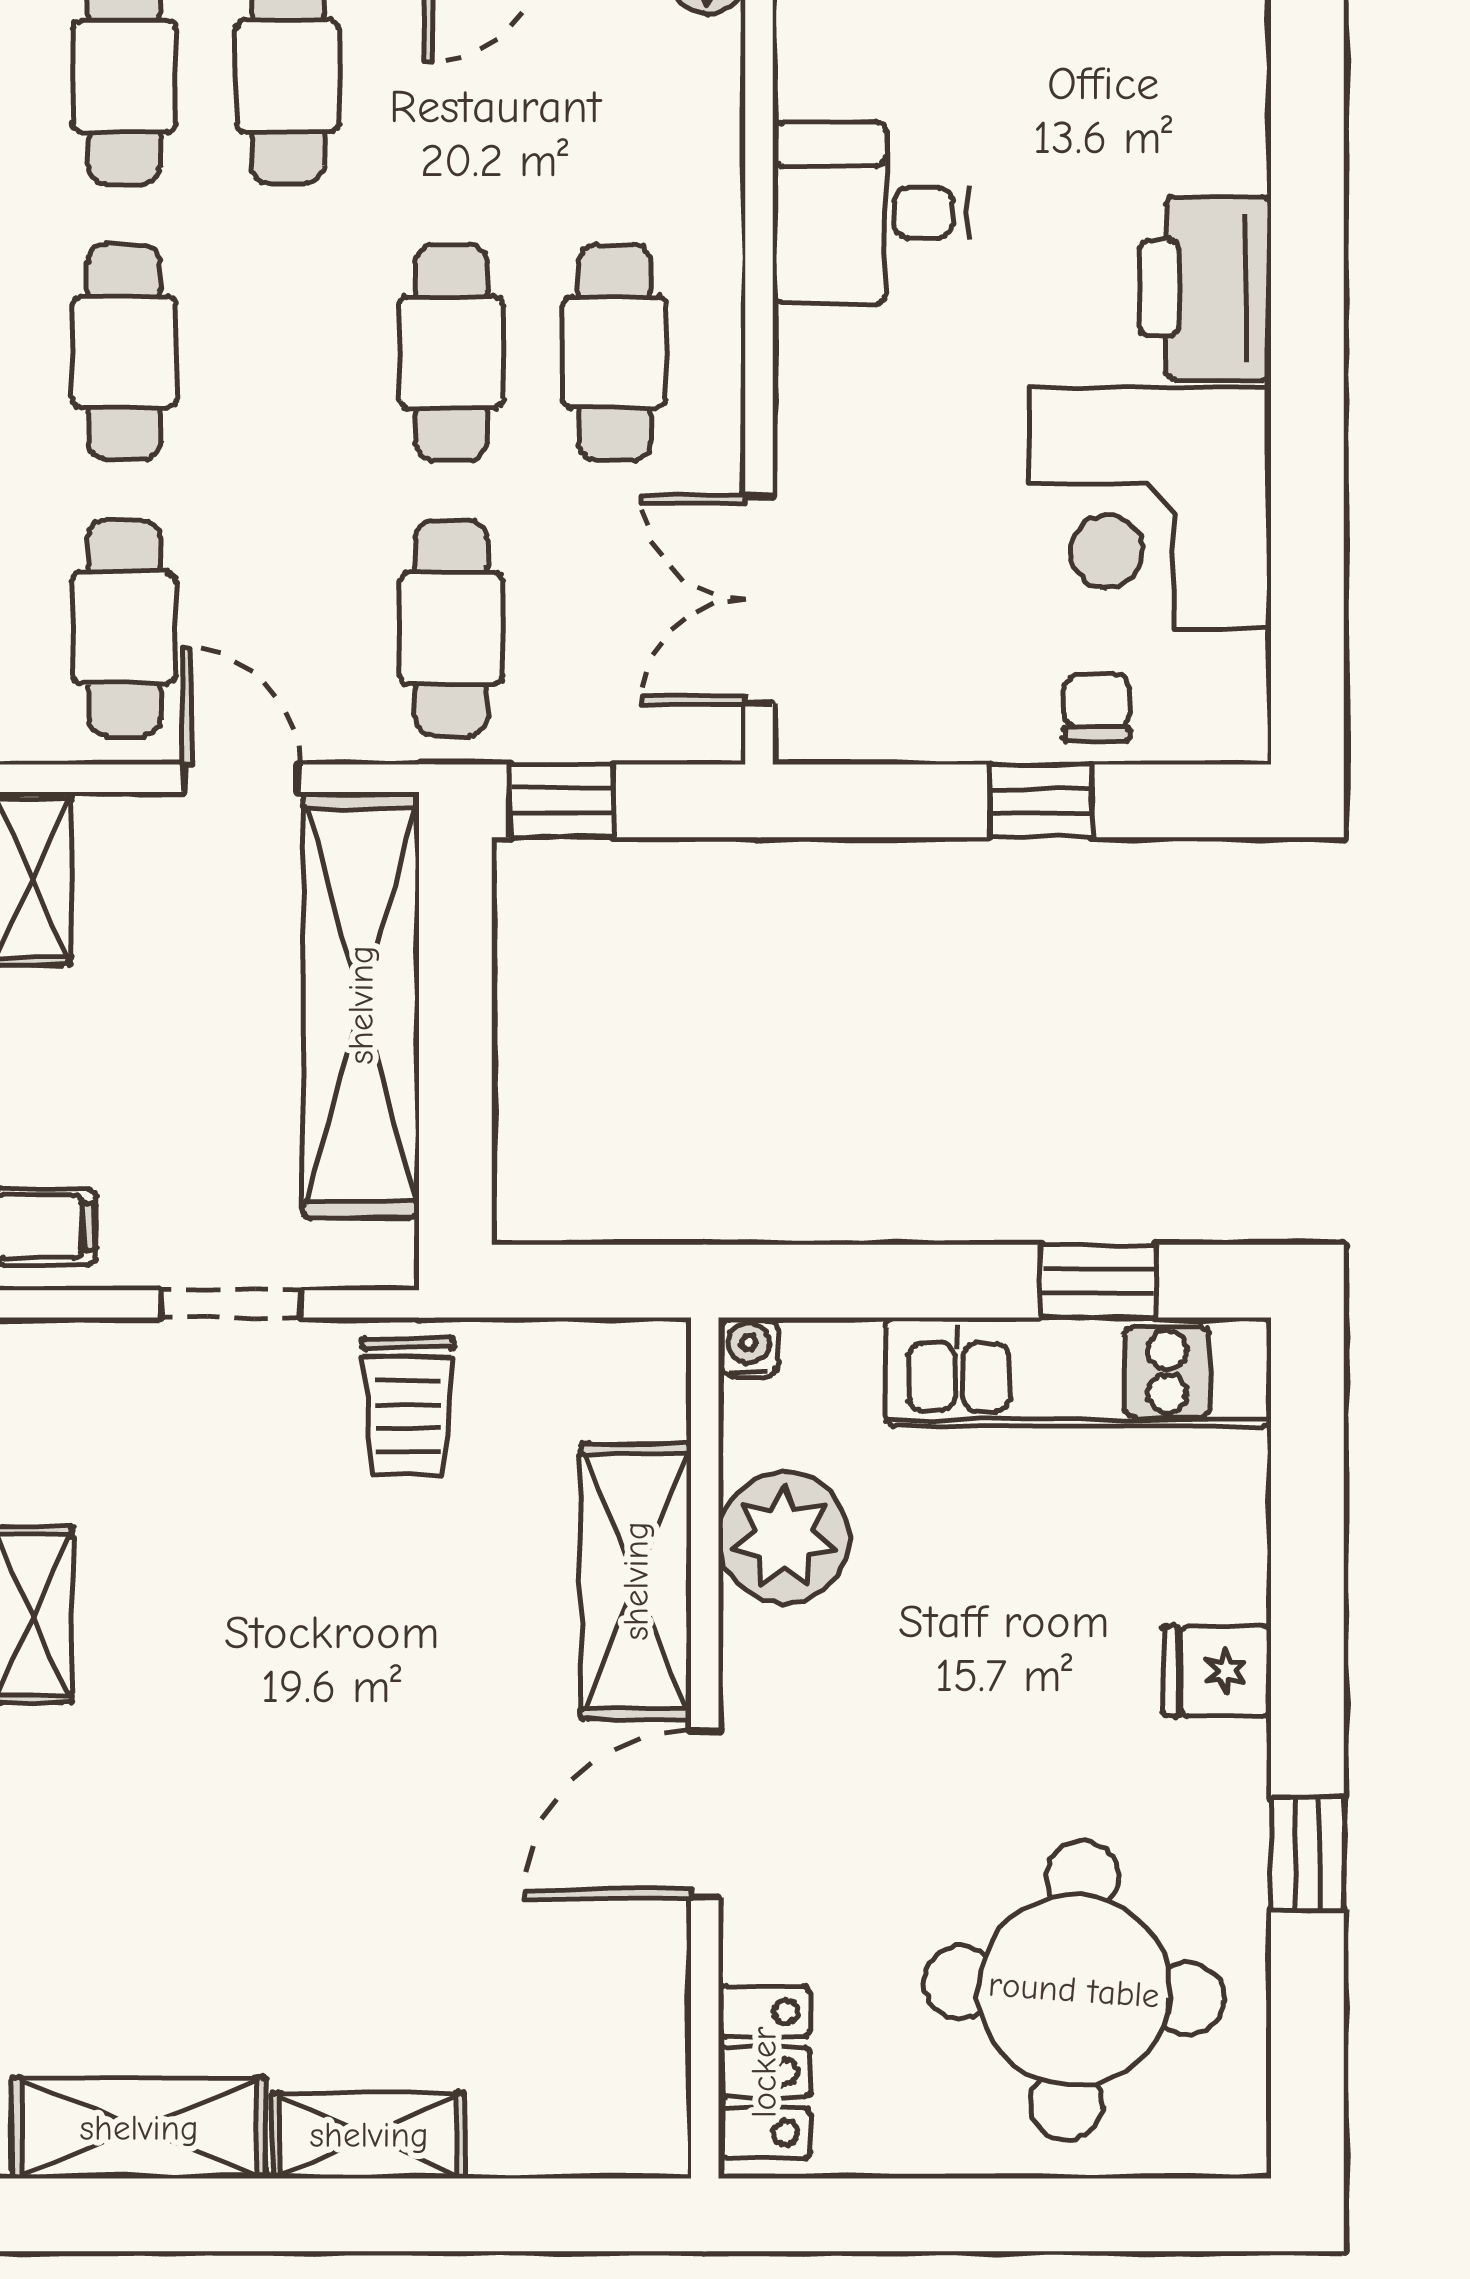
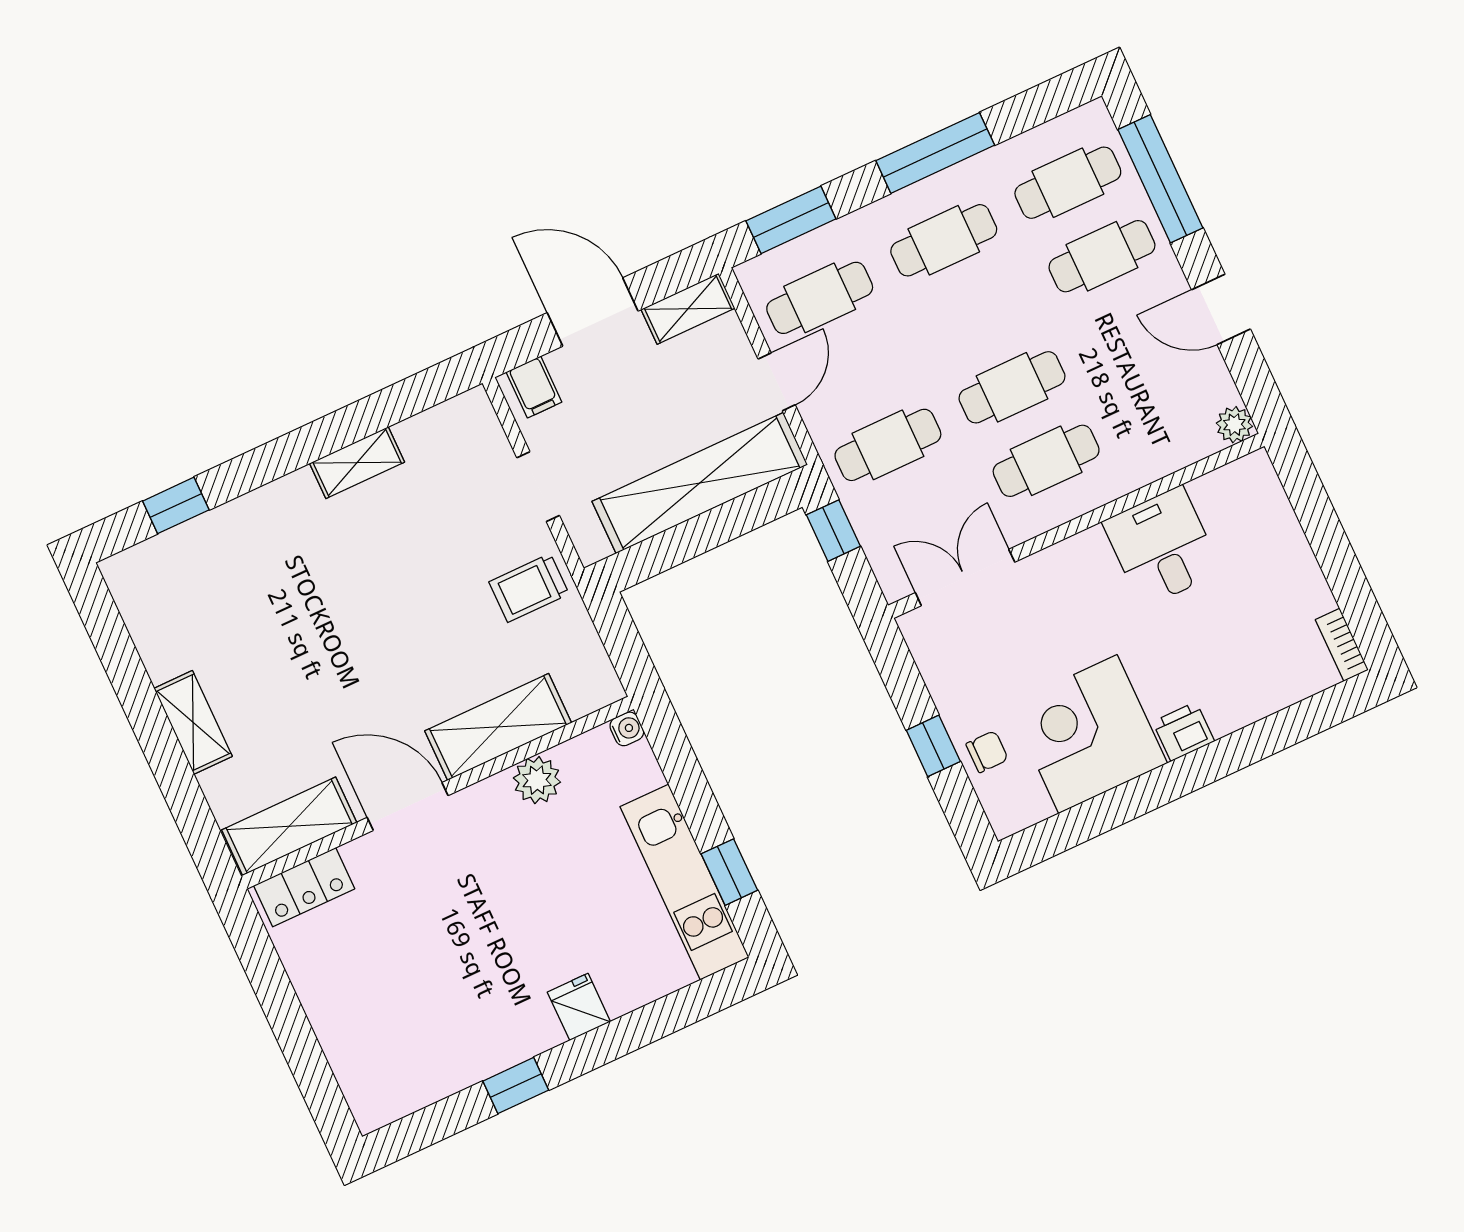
printer: (1205, 288) -> (1184, 731), width x0.53, depth x0.68
plant: (784, 1538) -> (537, 780), width x0.73, depth x0.73
round table: (1074, 1990) -> (406, 1009), removed
shelving: (139, 2128) -> (289, 826), moved, turned 90

